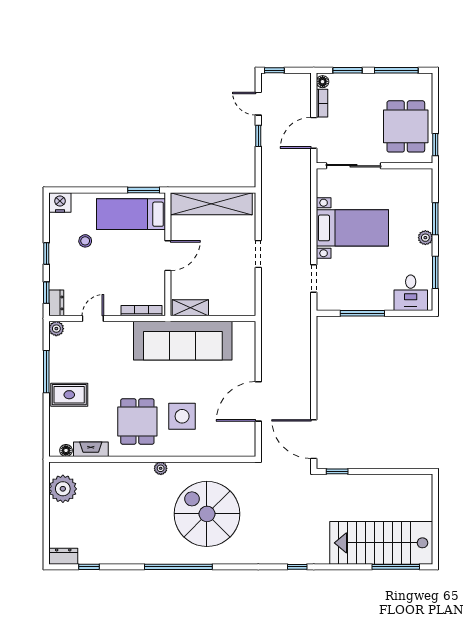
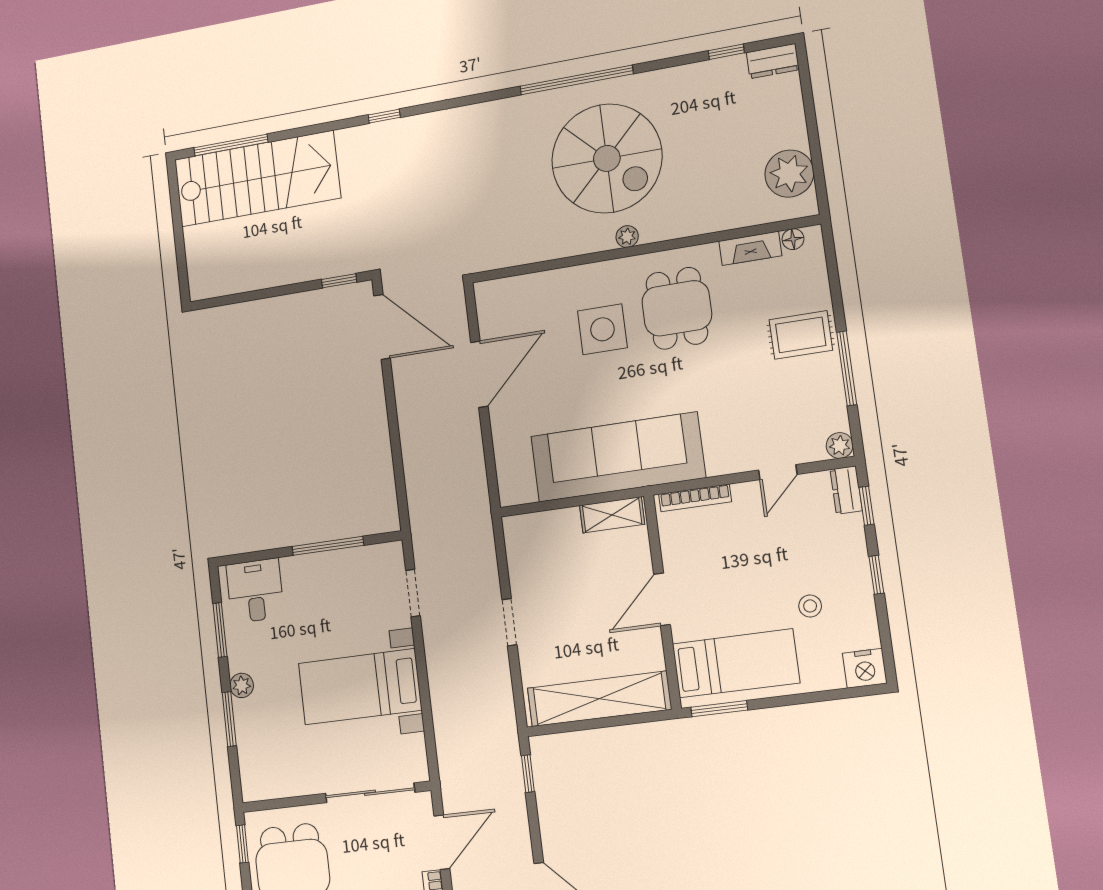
window: (258, 136) -> (528, 774), moved
spiral stairs: (207, 514) -> (607, 158), moved

